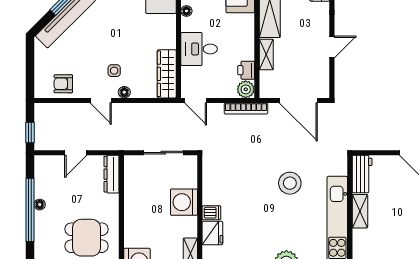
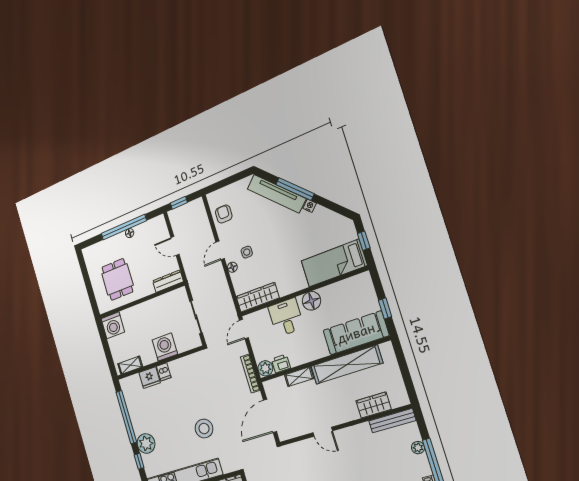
floor lamp: (186, 11) -> (311, 301), width x1.89, depth x1.89

